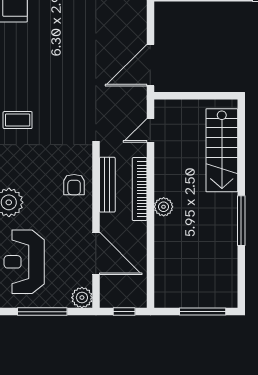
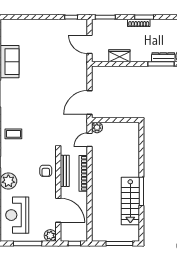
stairs: (222, 150) -> (130, 201), moved
plant: (164, 207) -> (97, 127), moved

